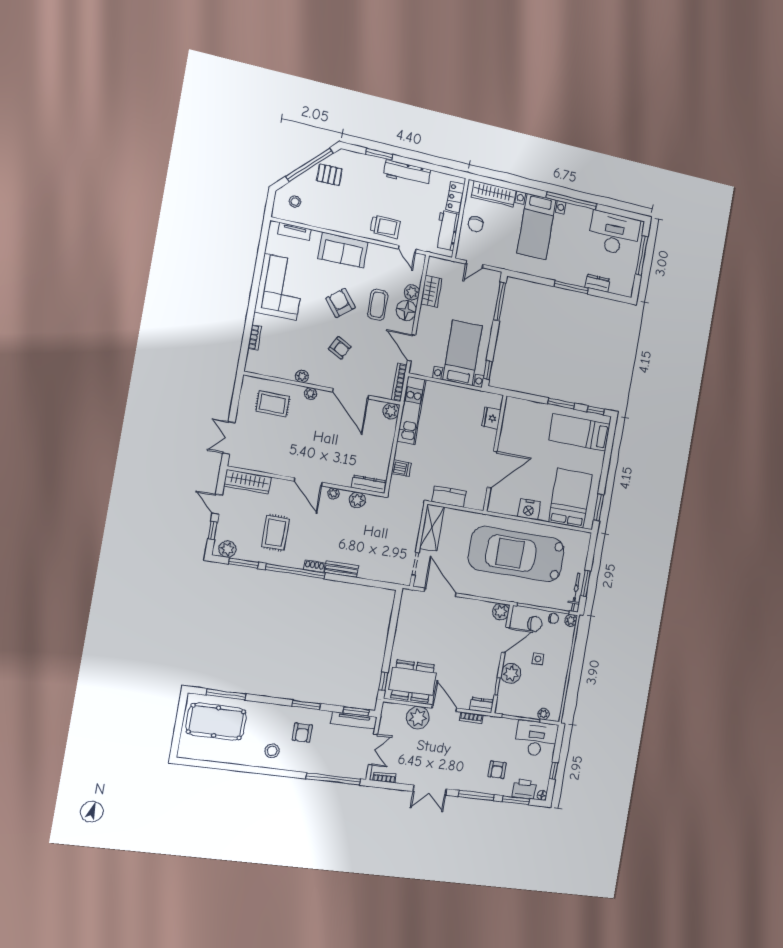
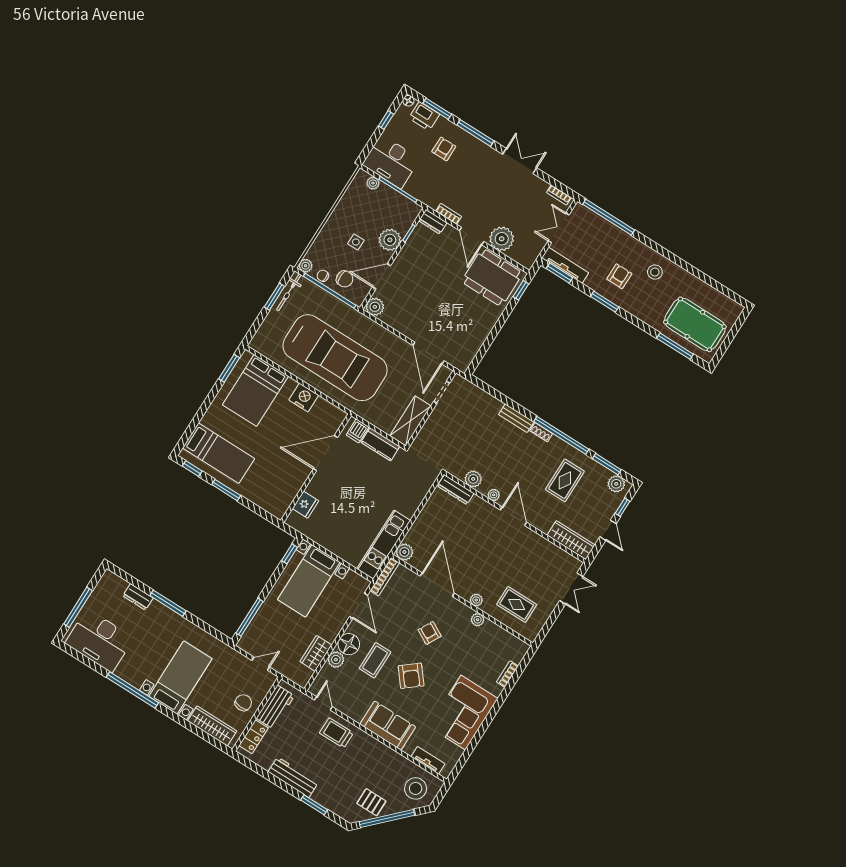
stool: (295, 202) -> (416, 788), width x1.89, depth x1.89
dishwasher: (401, 468) -> (358, 431), moved, turned -90
chair: (535, 624) -> (345, 279), turned 180

